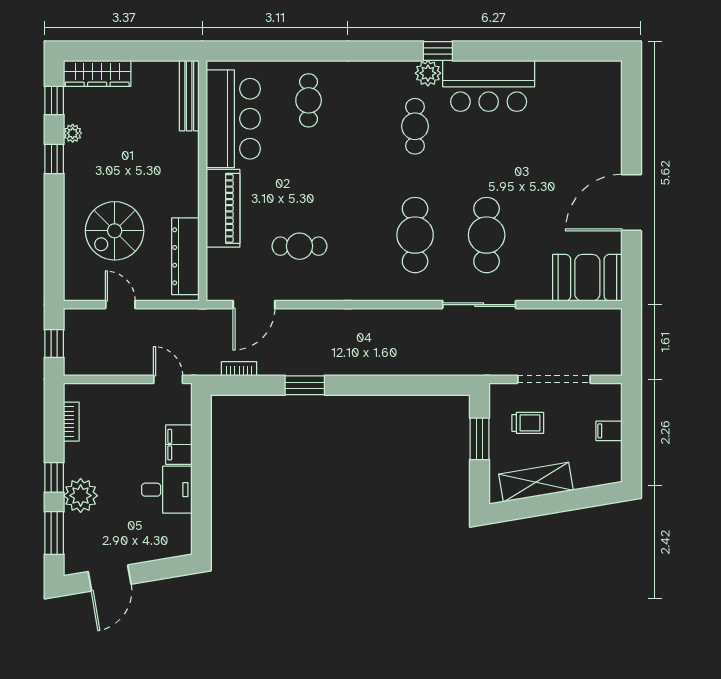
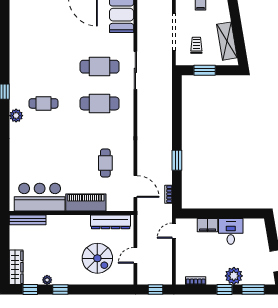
plant: (428, 73) -> (16, 116), moved
bar counter: (489, 86) -> (23, 66), removed
cafe table: (309, 100) -> (30, 158), removed

